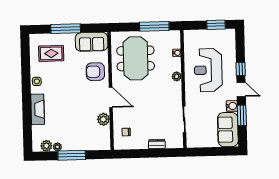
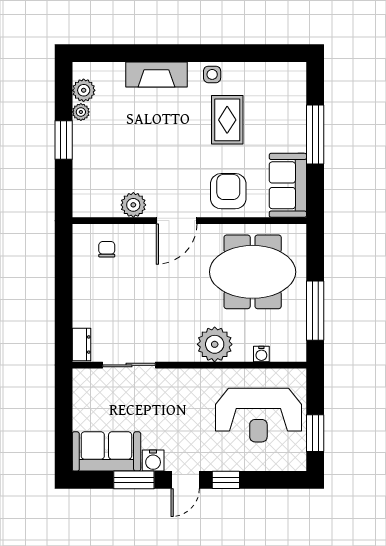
rug: (51, 53) -> (227, 120), moved
reception desk: (208, 70) -> (258, 415), moved, turned 180
plant: (177, 76) -> (215, 344), width x1.88, depth x1.88
dresser: (157, 144) -> (81, 345), moved
window: (72, 155) -> (64, 140), width x0.69

